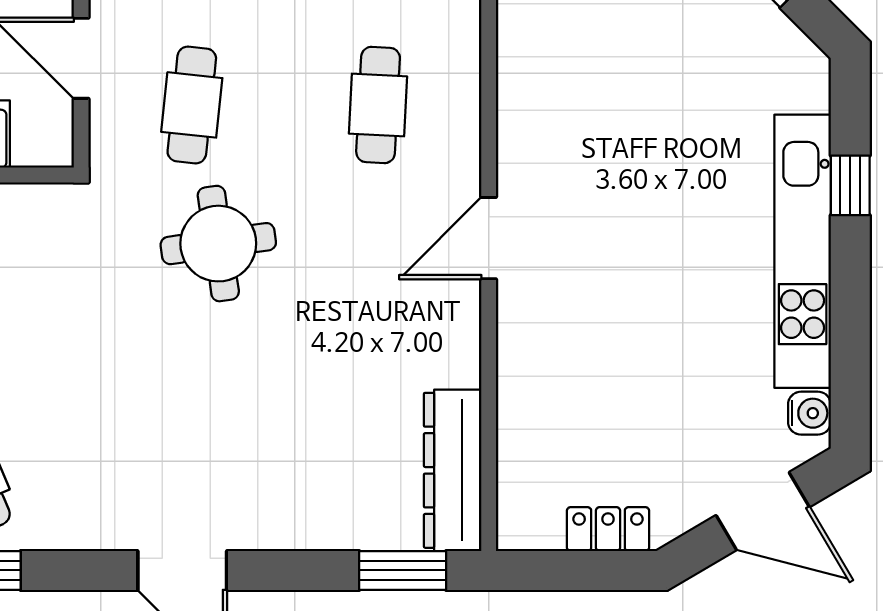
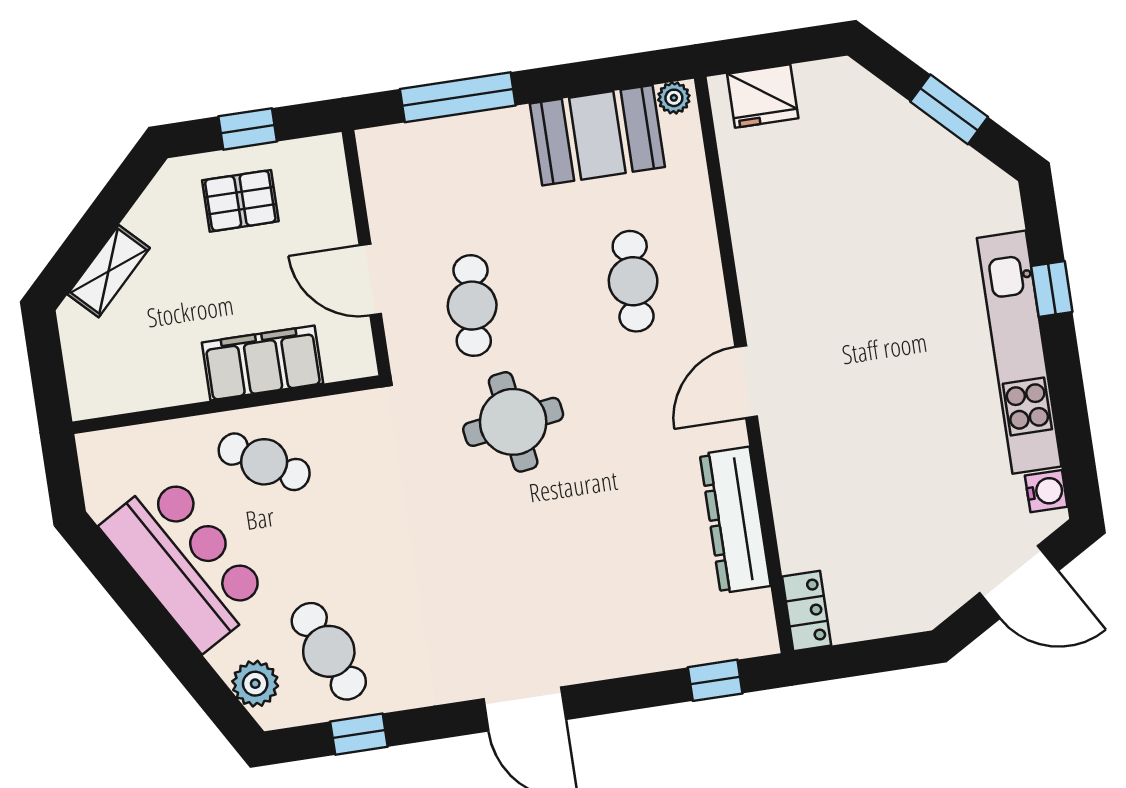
dresser: (453, 470) -> (735, 520), moved
locker: (608, 529) -> (807, 611), moved, turned 90
window: (403, 570) -> (715, 680), width x0.67

